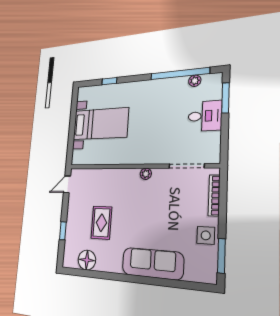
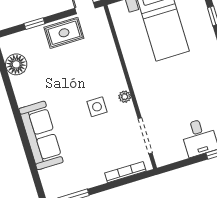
rug: (101, 223) -> (64, 33), moved
side table: (206, 235) -> (97, 107), moved

